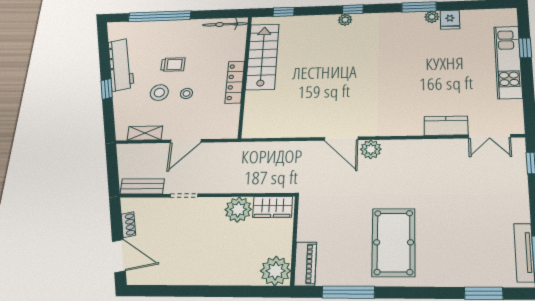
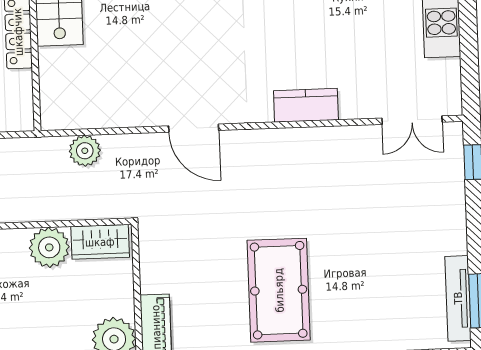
kitchen counter: (446, 126) -> (306, 105), moved
plant: (371, 149) -> (85, 151), moved

